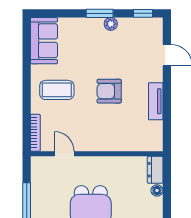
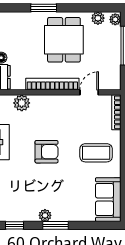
plant: (135, 143) -> (22, 103), added
door: (64, 154) -> (89, 92), swing flipped
bookcase: (103, 162) -> (52, 84), added

